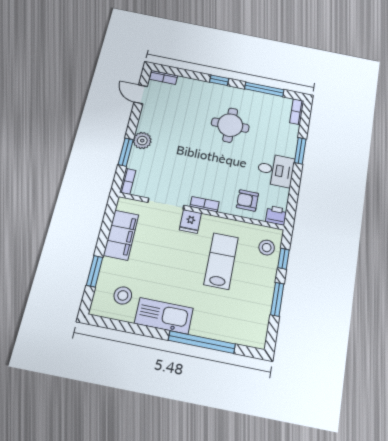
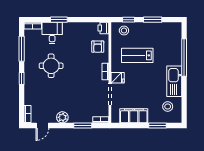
plant: (142, 141) -> (62, 117), moved
desk: (276, 170) -> (52, 33), moved

